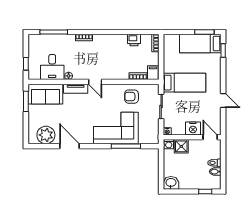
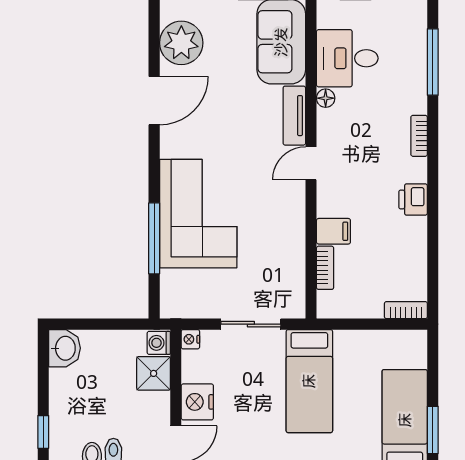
printer: (134, 40) -> (413, 199), moved
filing cabinet: (153, 73) -> (333, 231), moved
armchair: (132, 97) -> (275, 252), removed

